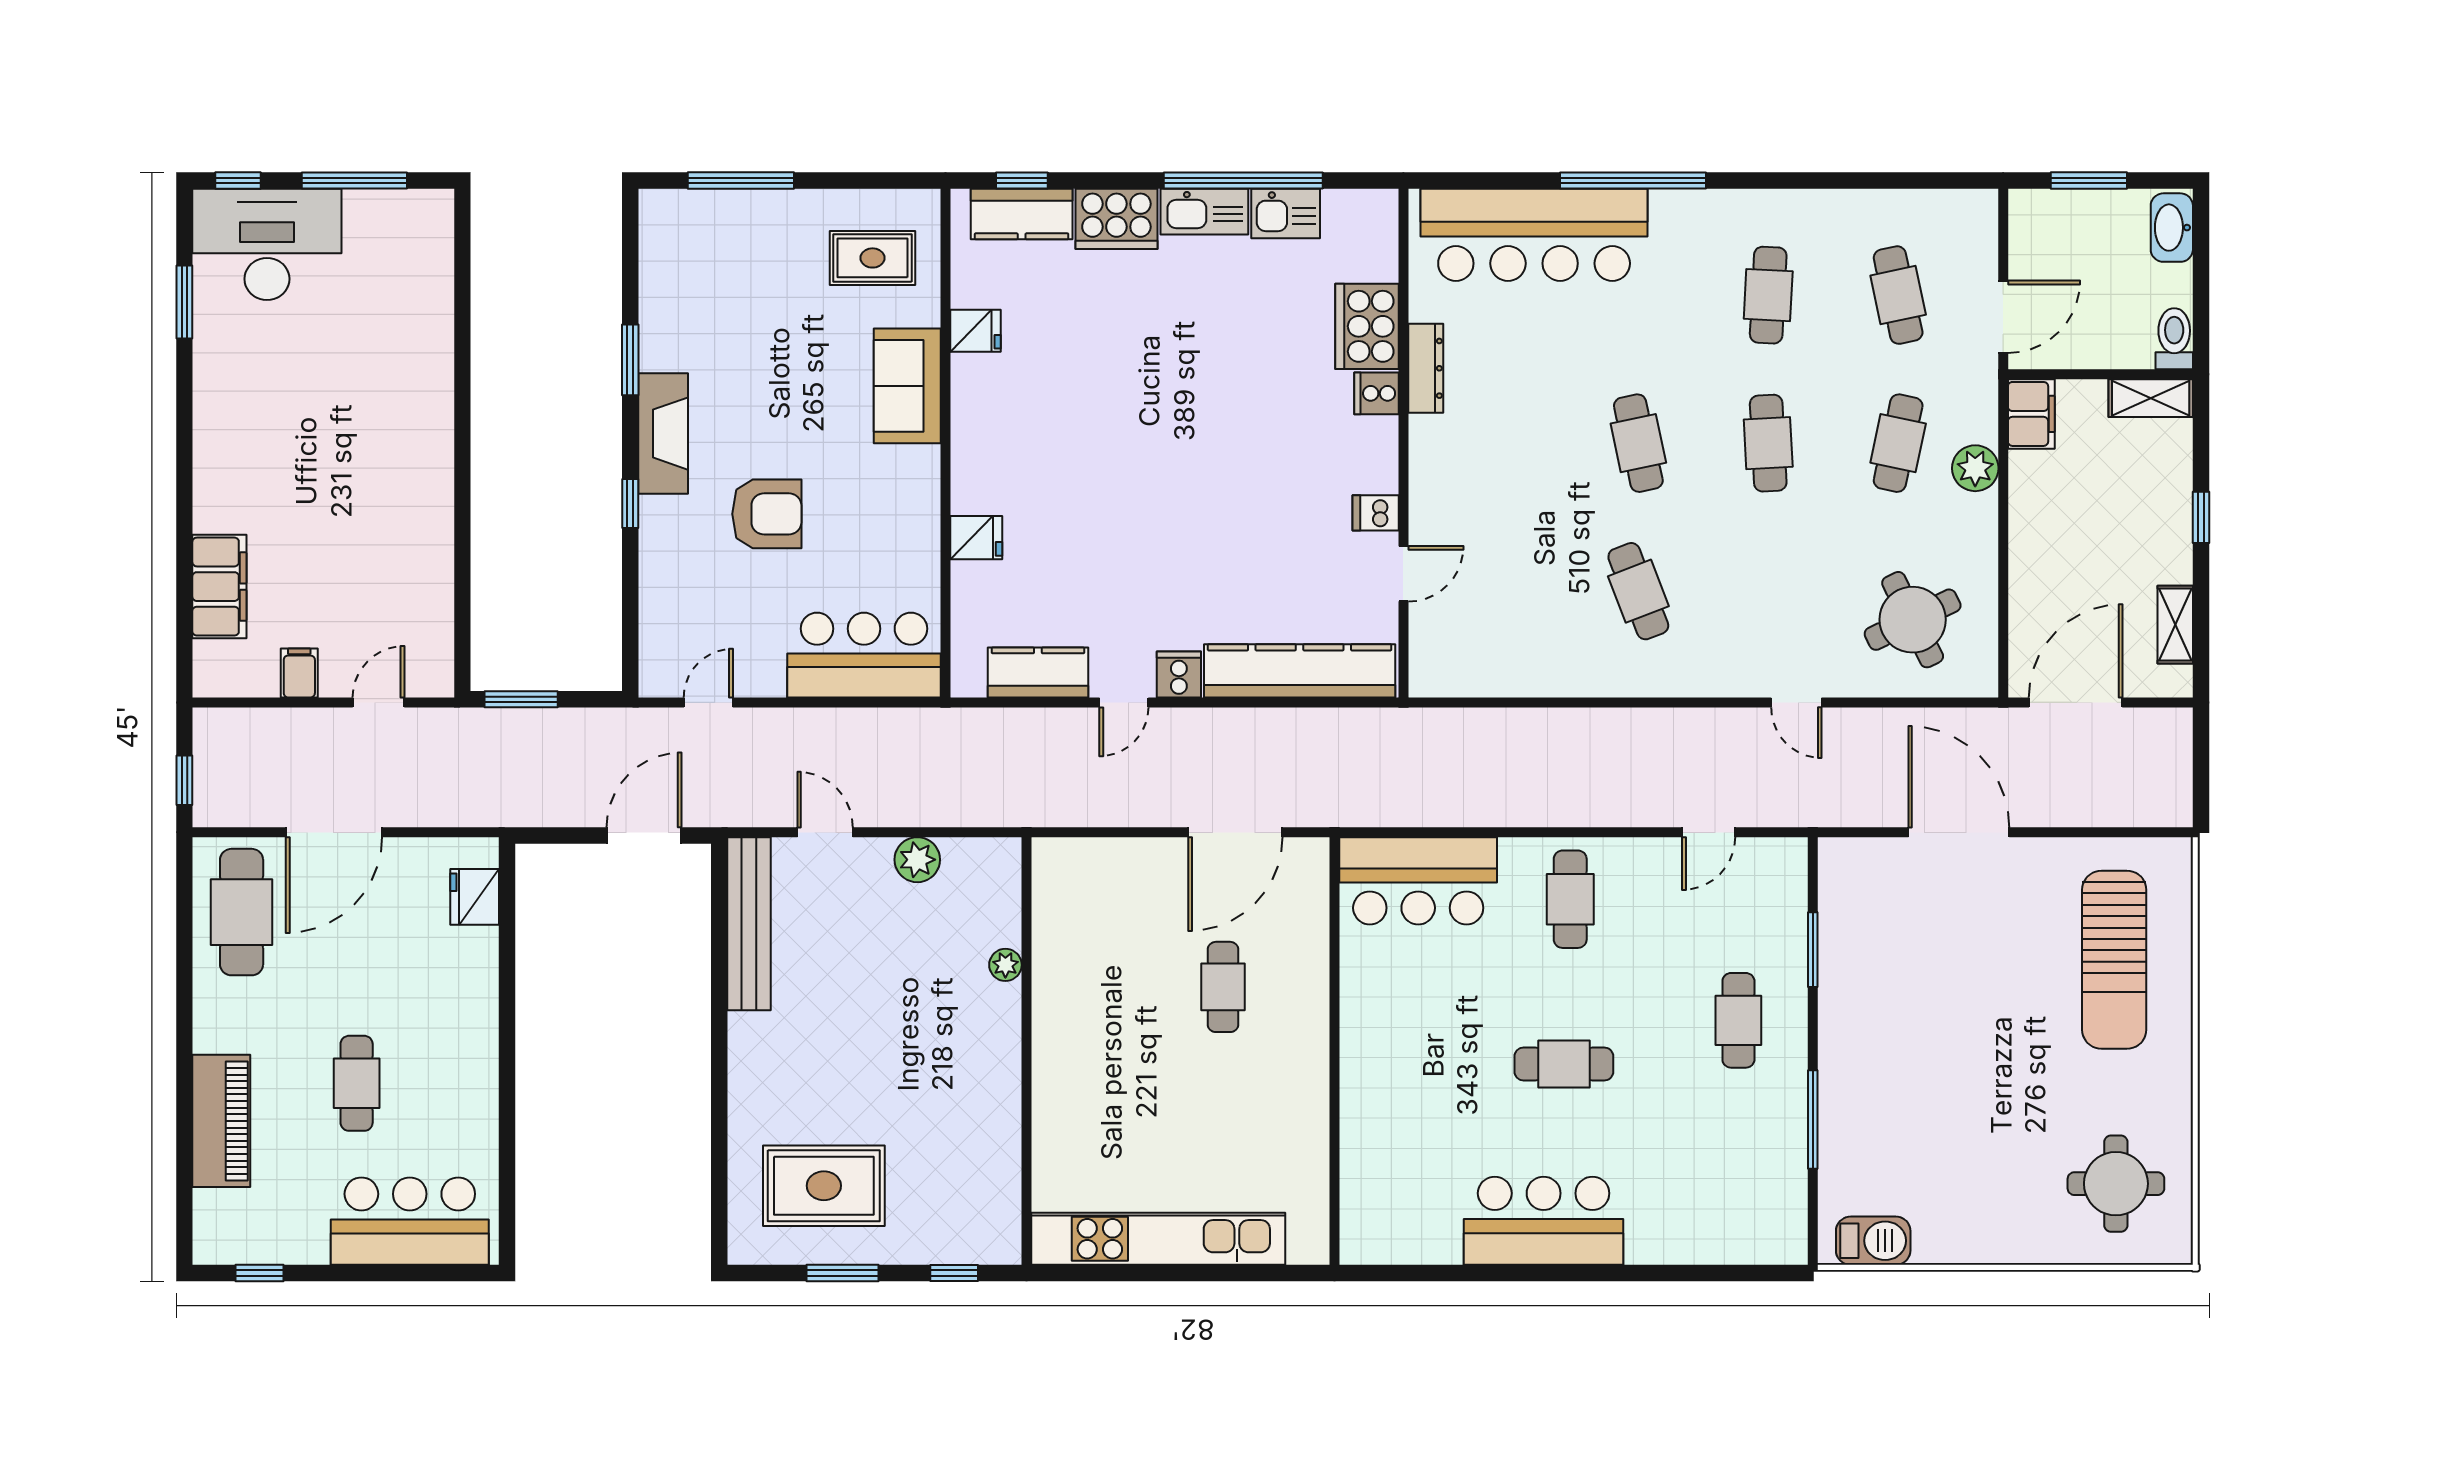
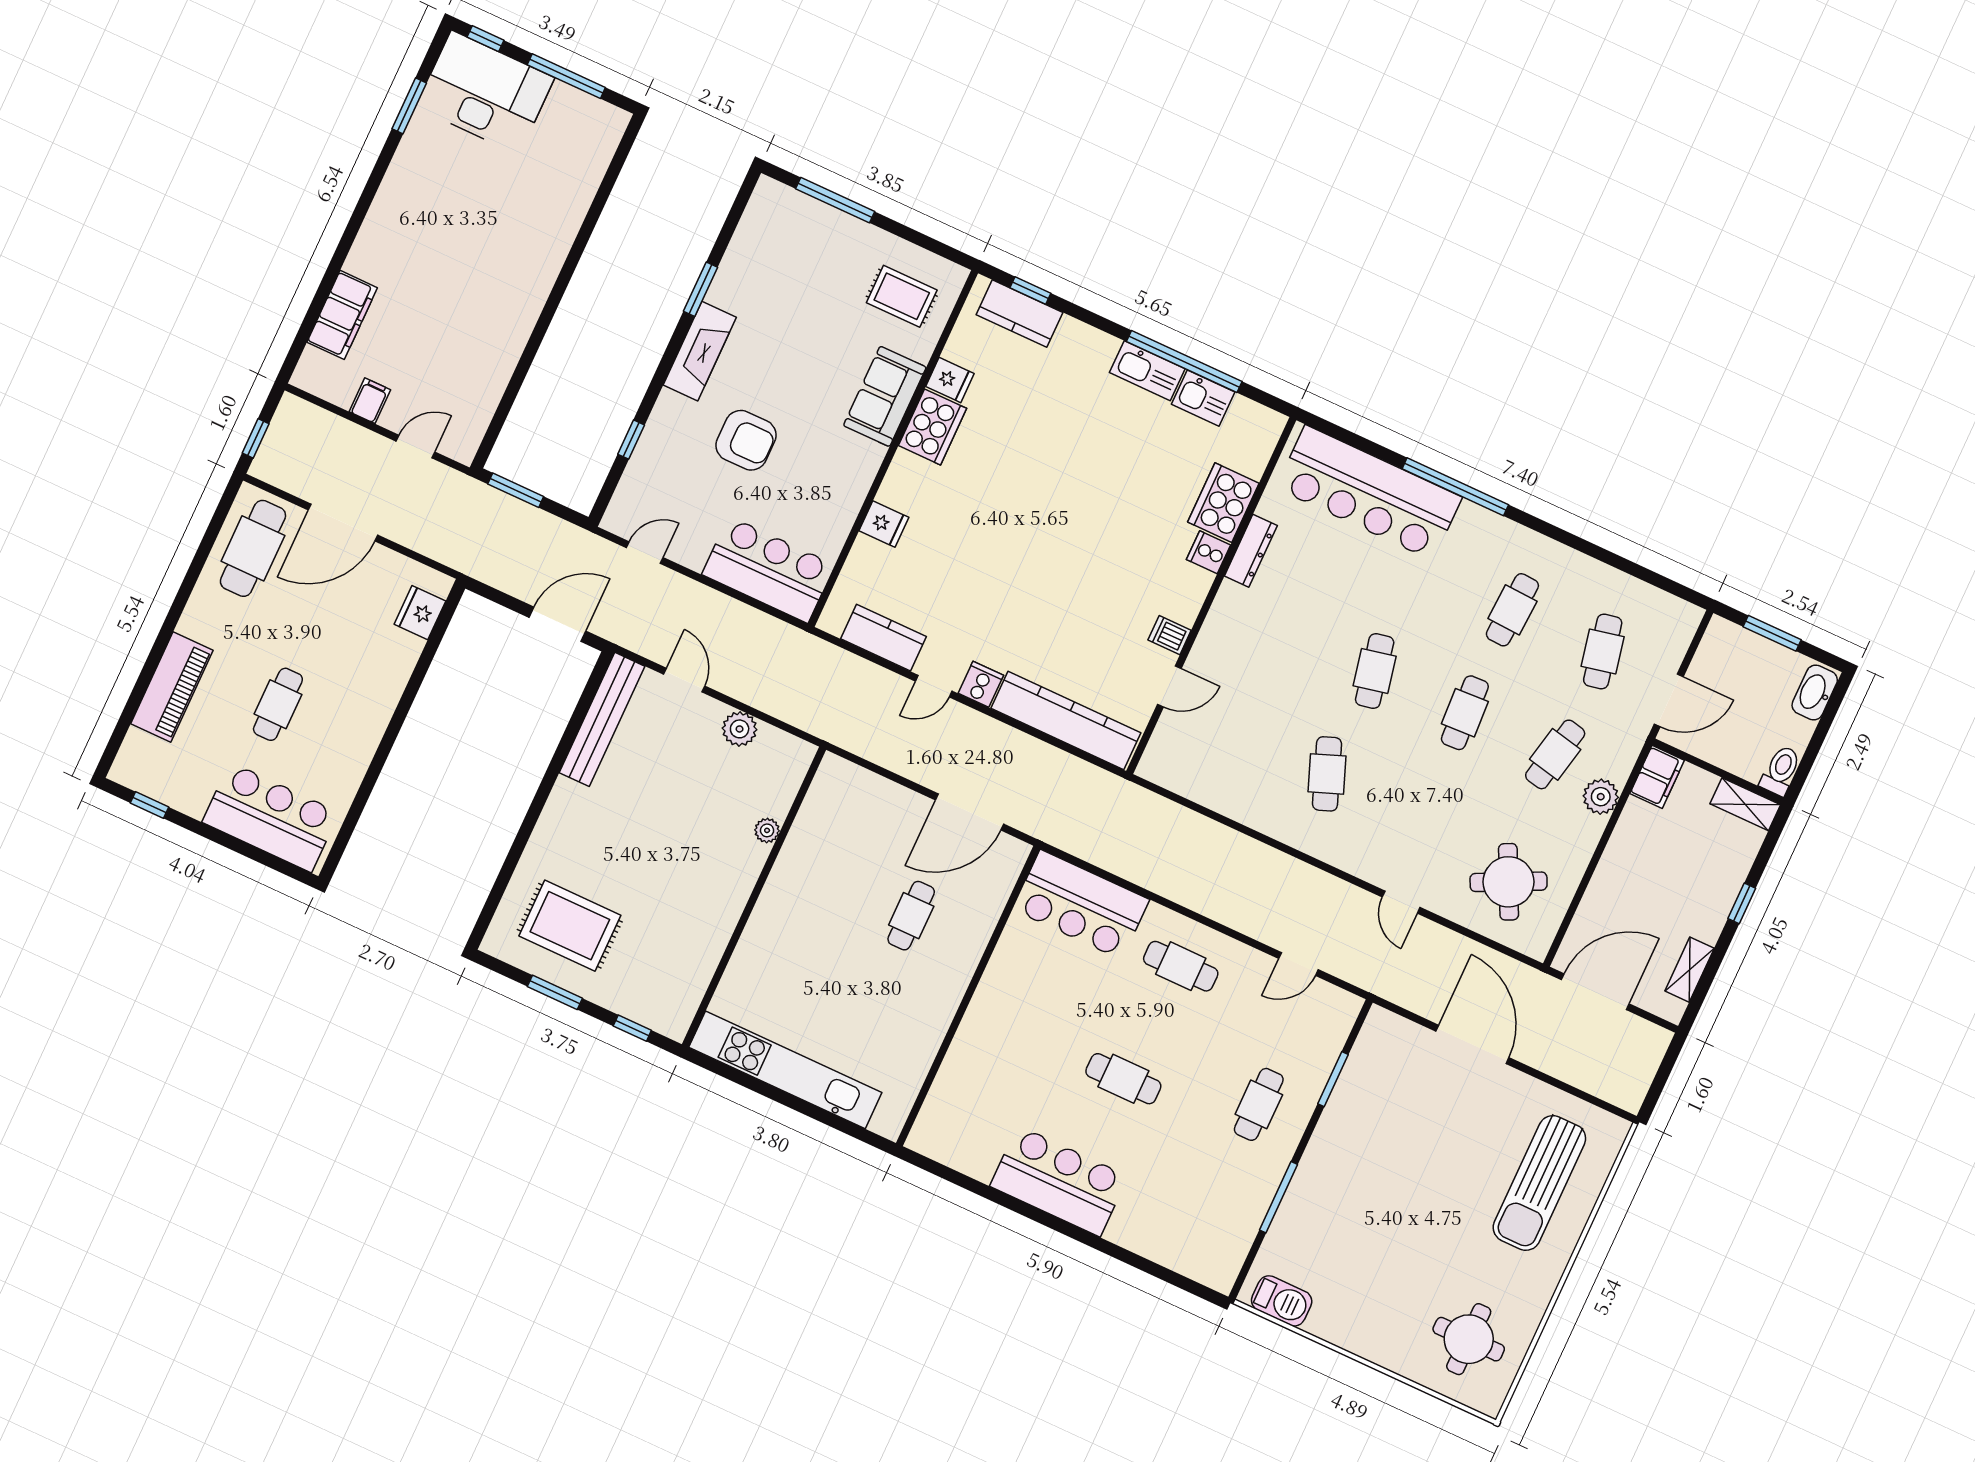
cooker: (1116, 219) -> (932, 427), moved, turned -90
window: (630, 503) -> (631, 440), moved
cafe table: (1570, 899) -> (1181, 966), turned 90

